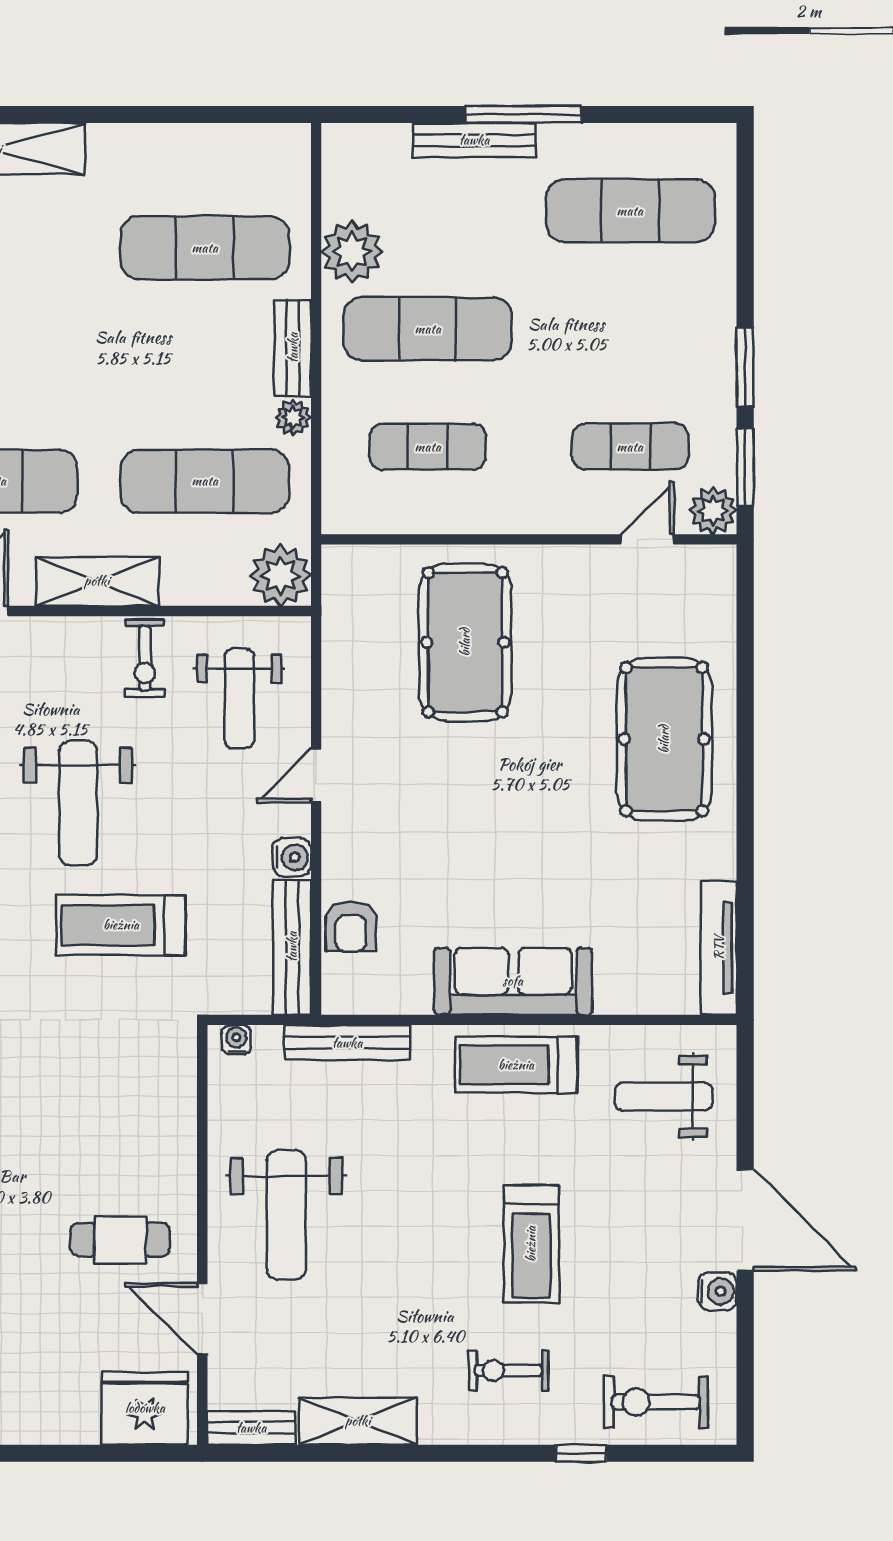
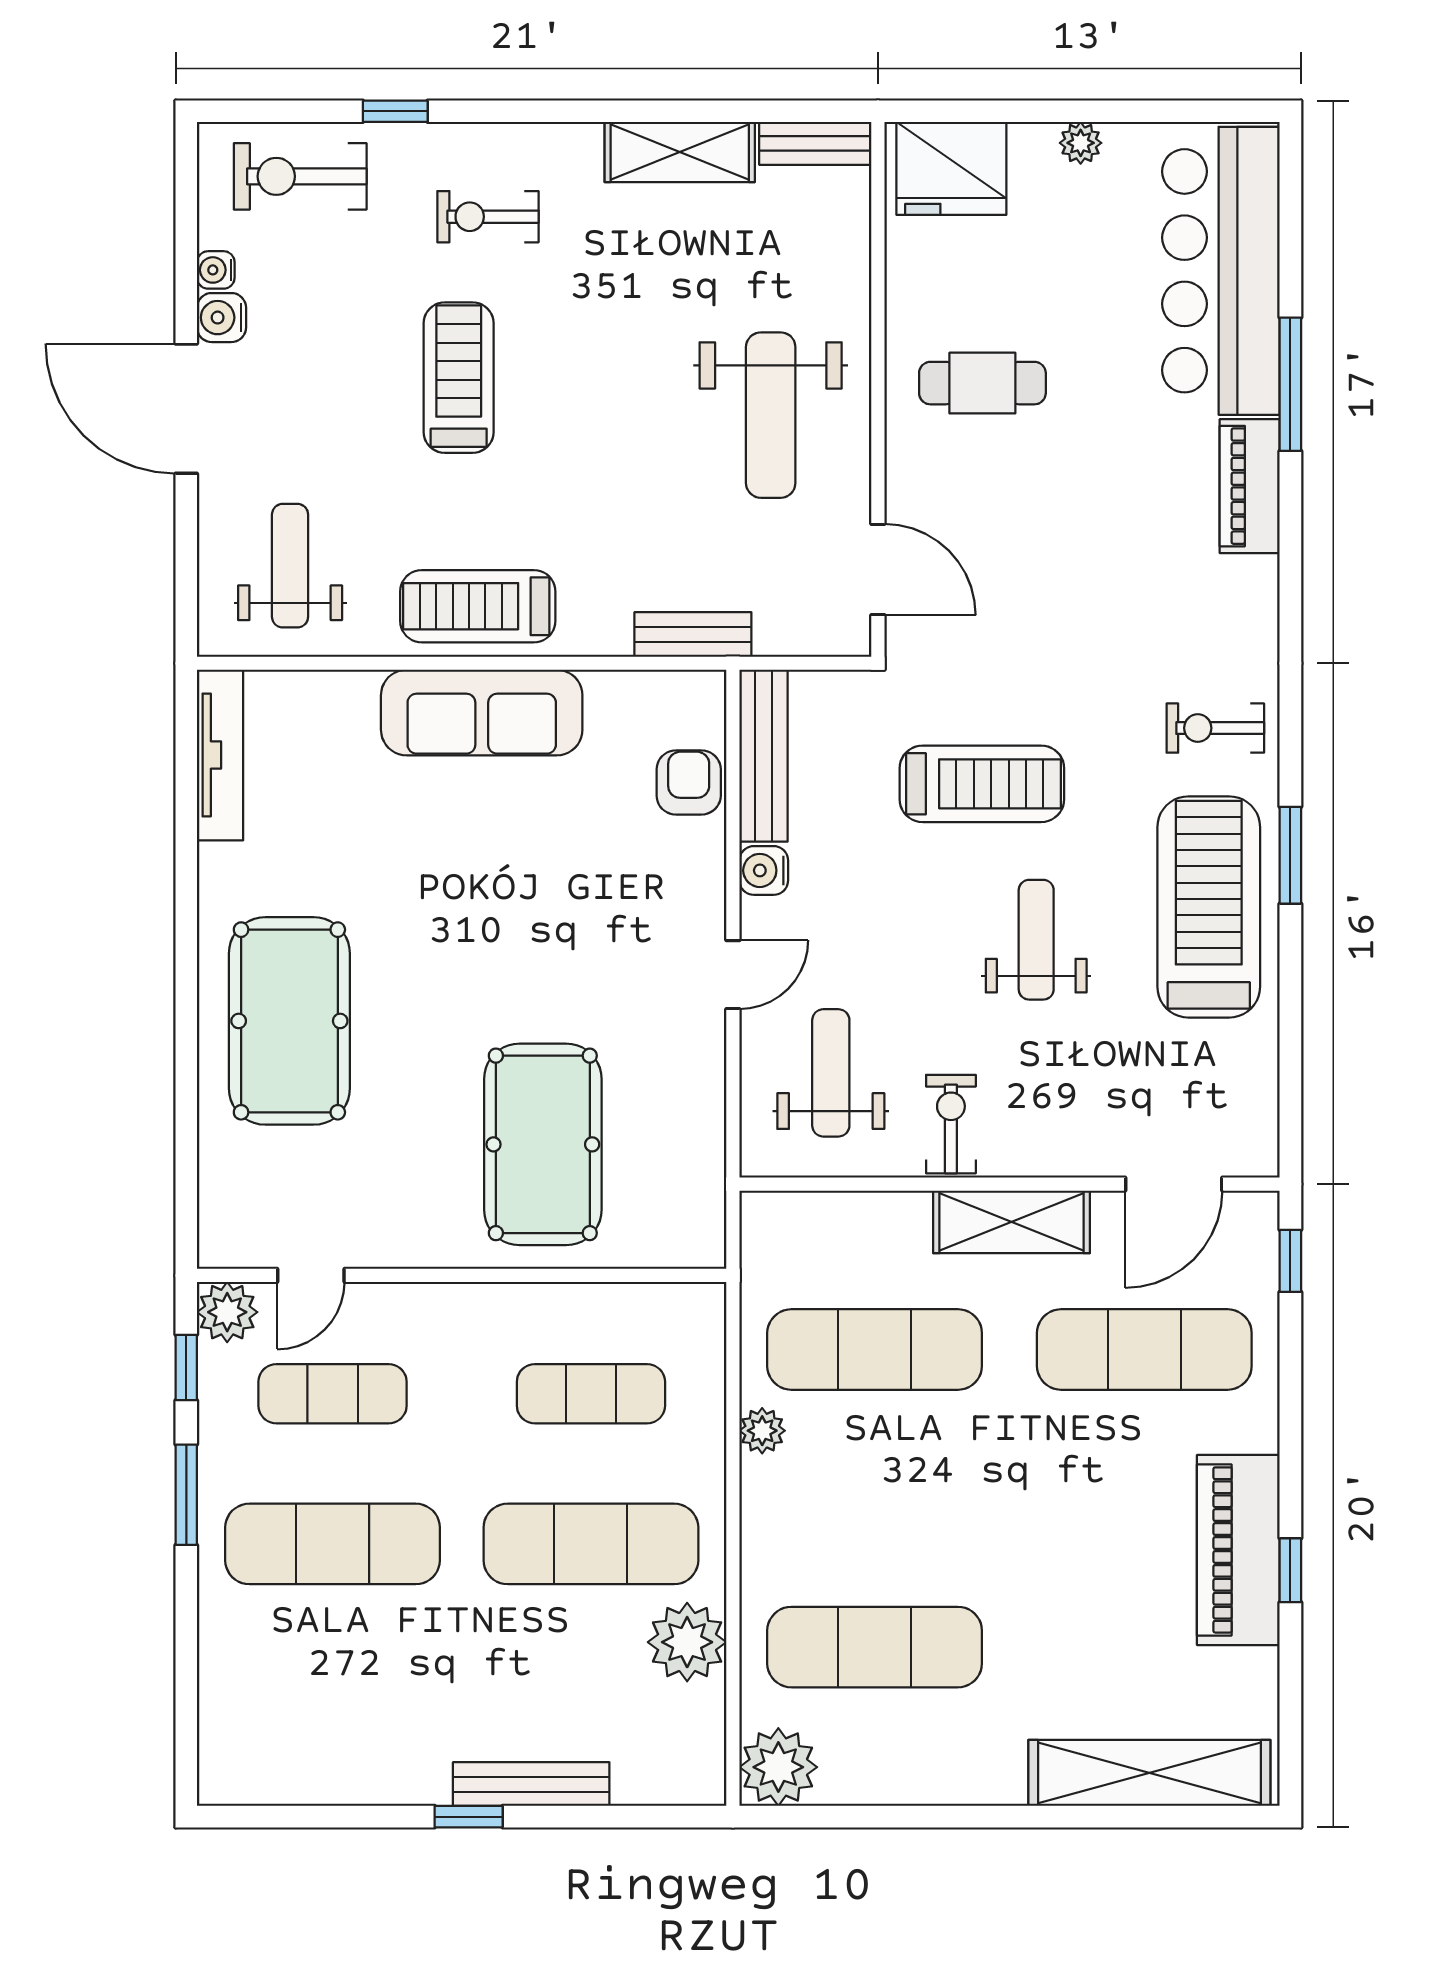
window: (524, 114) -> (469, 1817), width x0.46
exercise mat: (630, 211) -> (333, 1544), moved
bench: (293, 348) -> (763, 1519), removed
window: (745, 467) -> (186, 1367), width x0.67
plant: (280, 575) -> (778, 1767), moved
weight bench: (78, 803) -> (1036, 940), width x0.73, depth x0.75
water cooler: (236, 1040) -> (216, 270), moved, turned 90
bench: (347, 1043) -> (693, 634), width x0.73
treadmill: (516, 1065) -> (478, 606), turned 180
weight bench: (664, 1097) -> (290, 566), turned -90
weight bench: (286, 1215) -> (771, 415), turned 180
door: (202, 1319) -> (878, 570), moved
exercise bike: (508, 1371) -> (488, 217), turned 180
exercise bike: (656, 1402) -> (300, 176), turned 180
plant: (43, 1428) -> (1081, 143), added

